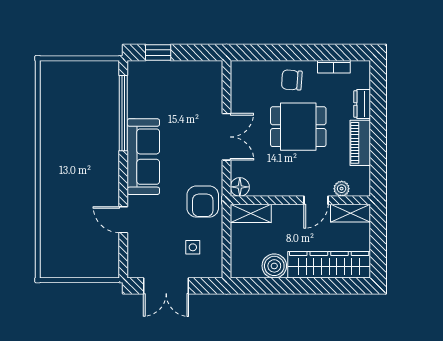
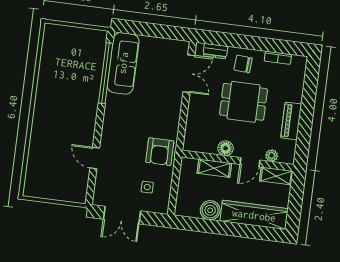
window: (158, 52) -> (139, 28), removed
dresser: (362, 104) -> (215, 51), moved, turned -90
double door: (226, 137) -> (189, 74), moved
sofa: (143, 157) -> (123, 63), moved
floor lamp: (240, 187) -> (226, 148), moved
shelving: (251, 213) -> (214, 168), moved

